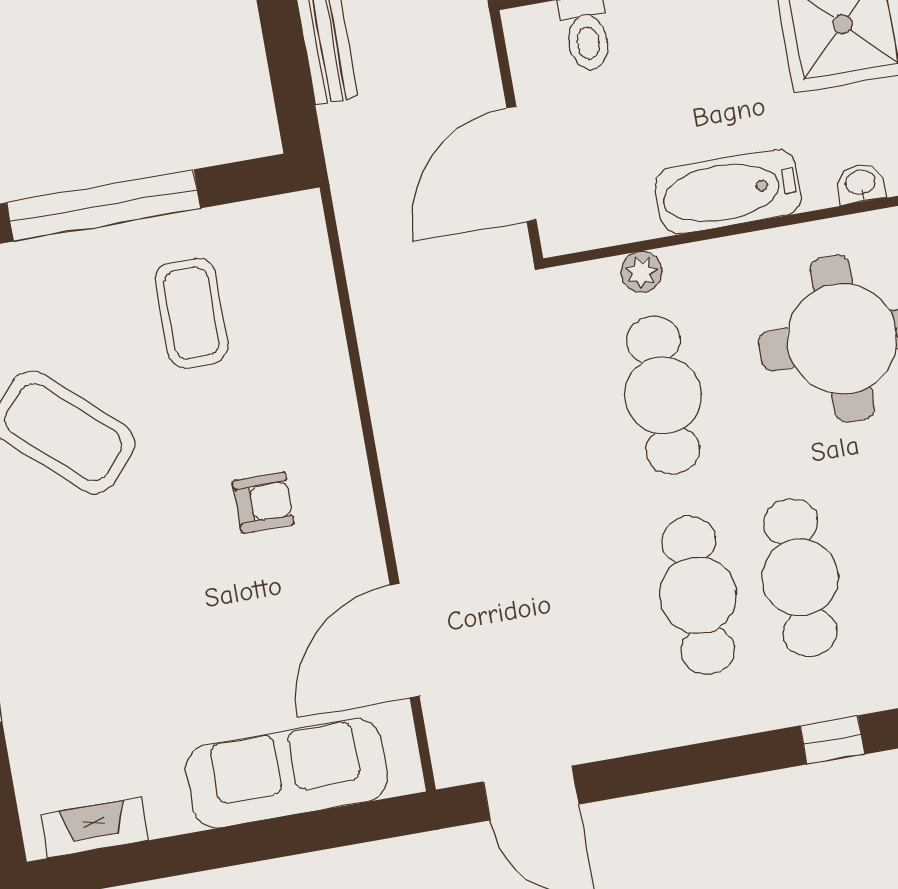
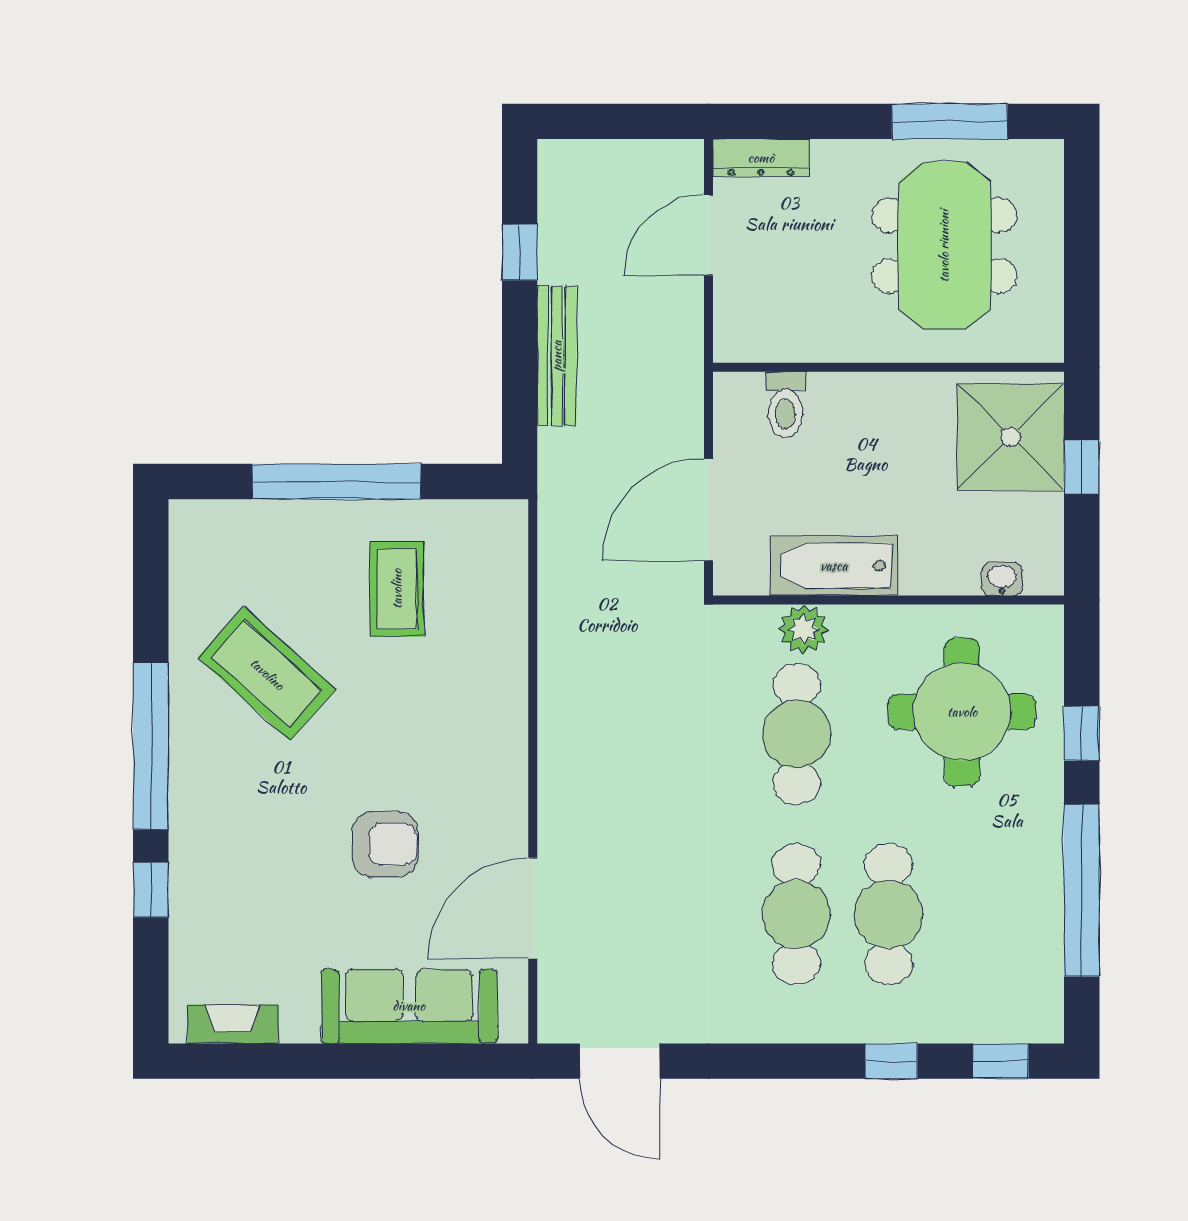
bathtub: (728, 192) -> (834, 566), moved
plant: (641, 272) -> (803, 629), width x1.38, depth x1.38
armchair: (263, 502) -> (385, 844), moved, width x1.38, depth x1.38

